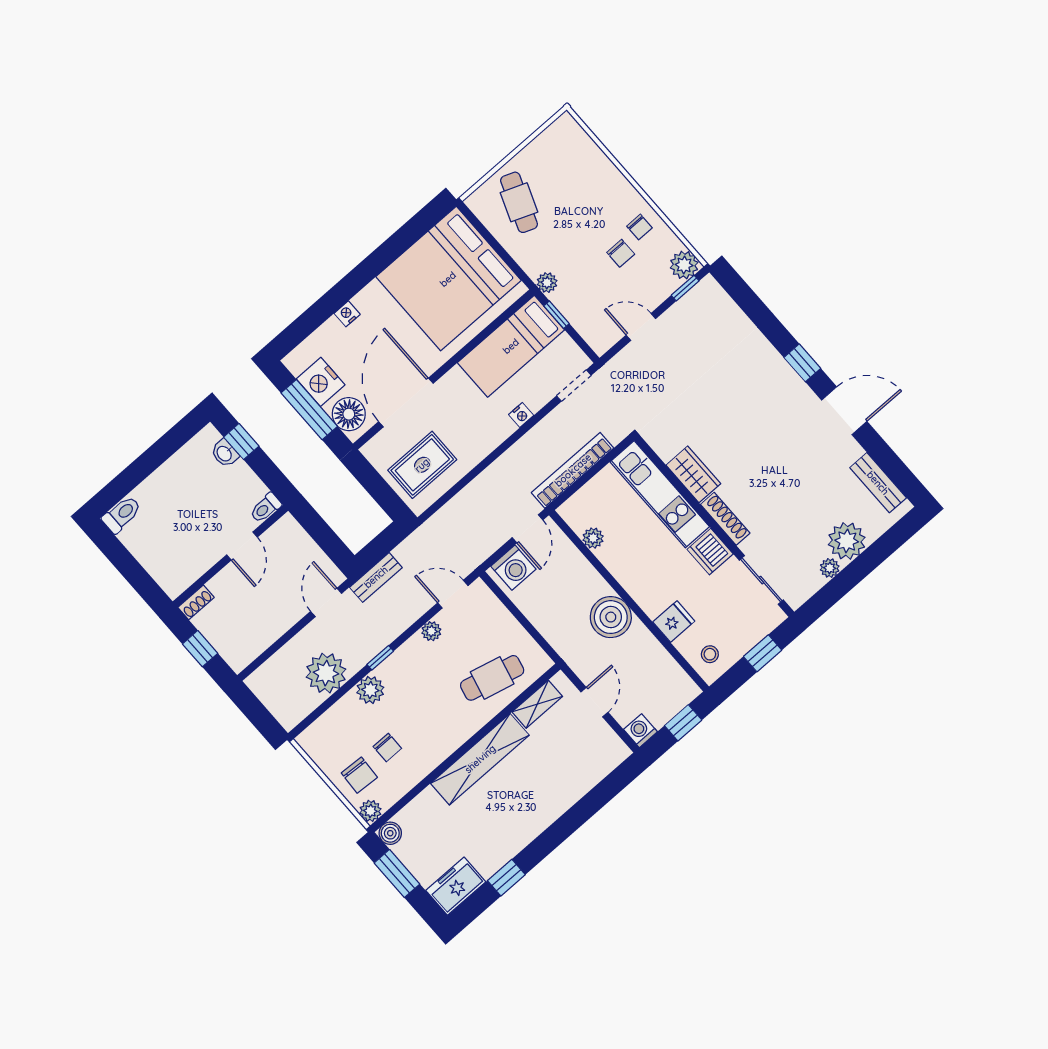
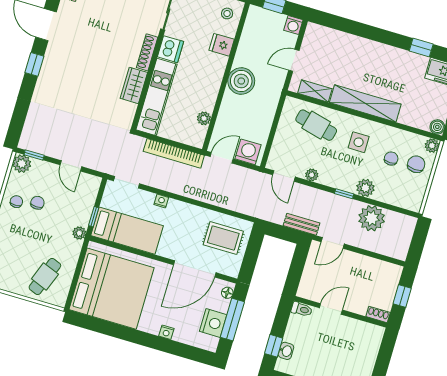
floor lamp: (349, 414) -> (227, 293), width x0.53, depth x0.53
side table: (435, 719) -> (359, 142), added

